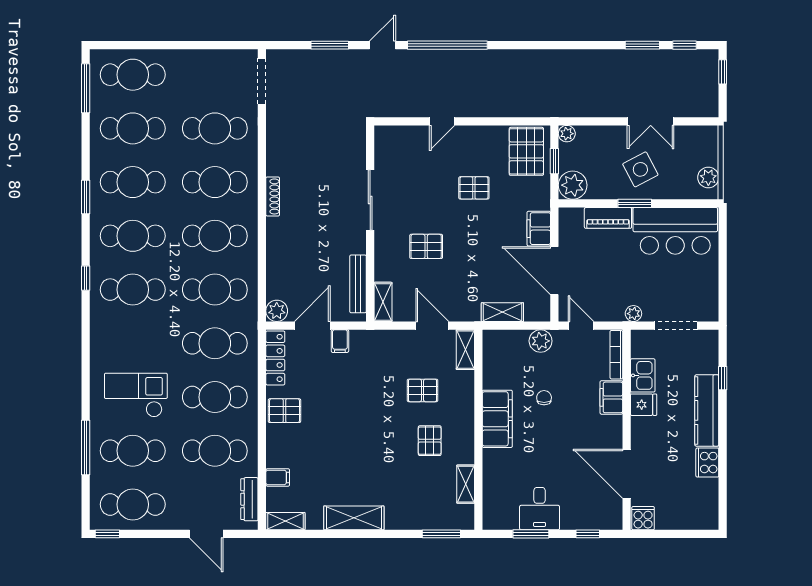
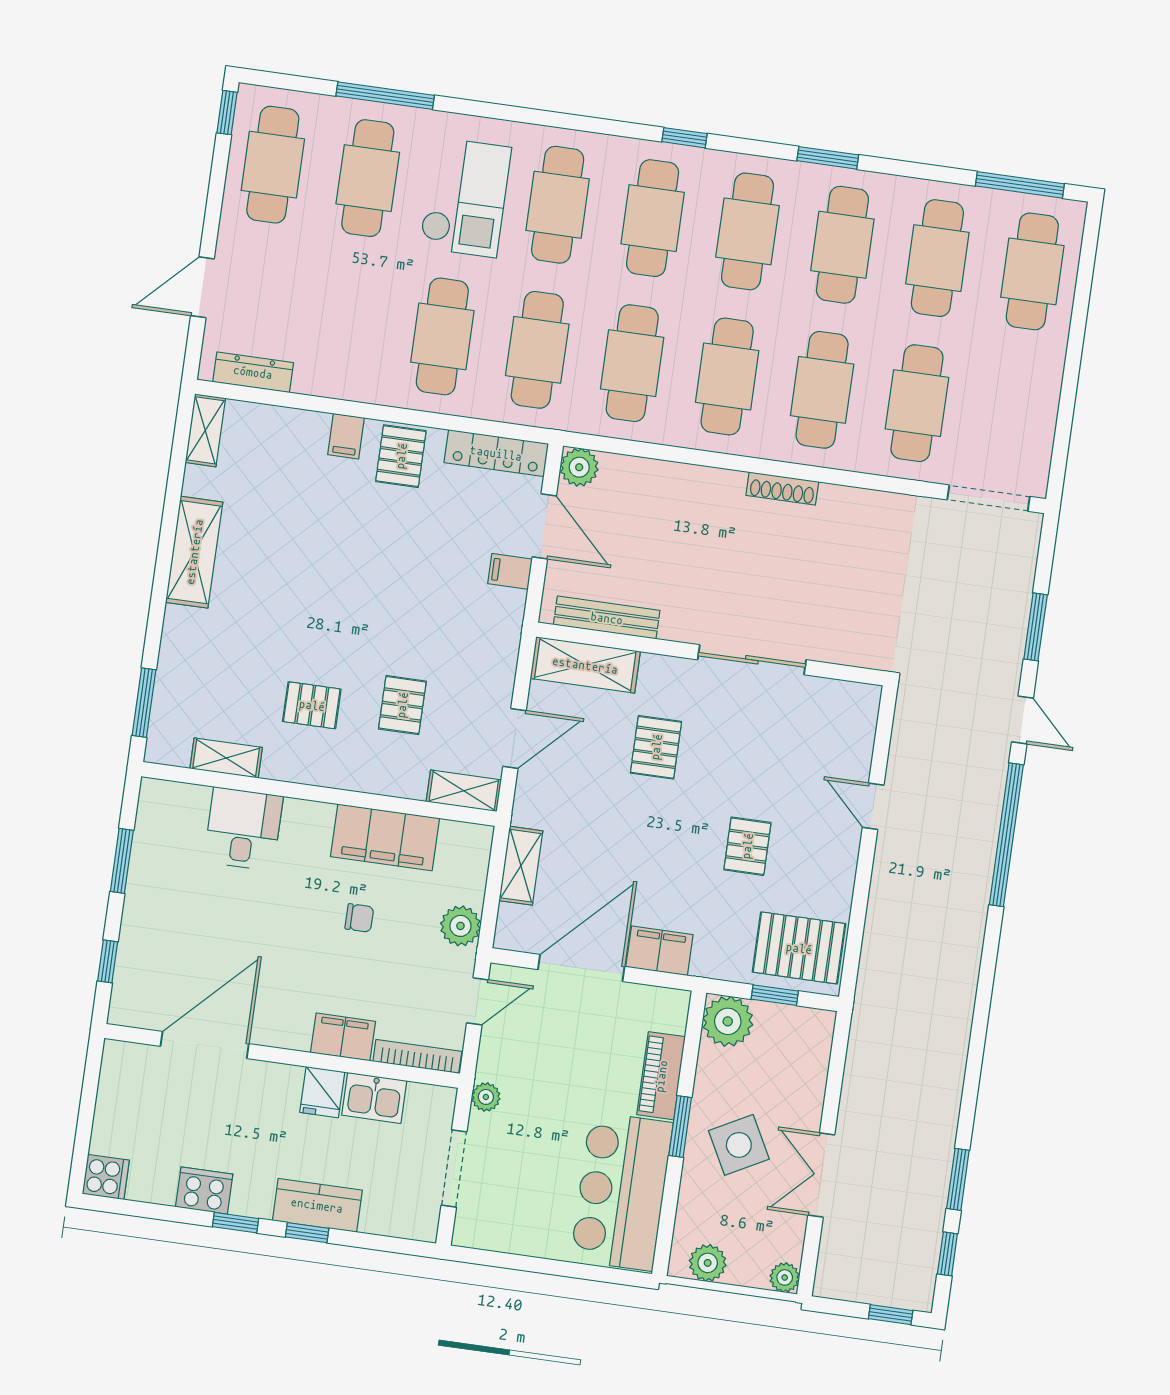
plant: (567, 134) -> (785, 1277), moved
shelving: (383, 302) -> (585, 665), width x1.50, depth x1.33
window: (723, 378) -> (307, 1233), moved
kitchen counter: (707, 410) -> (317, 1205), width x0.67
filing cabinet: (497, 419) -> (385, 837), moved
window: (723, 443) -> (235, 1223), added
cafe table: (215, 451) -> (558, 205), moved
filing cabinet: (278, 477) -> (346, 436), moved
desk: (540, 509) -> (243, 829), moved, turned 90
cooker: (643, 518) -> (106, 1177), moved

